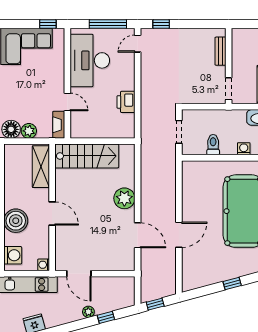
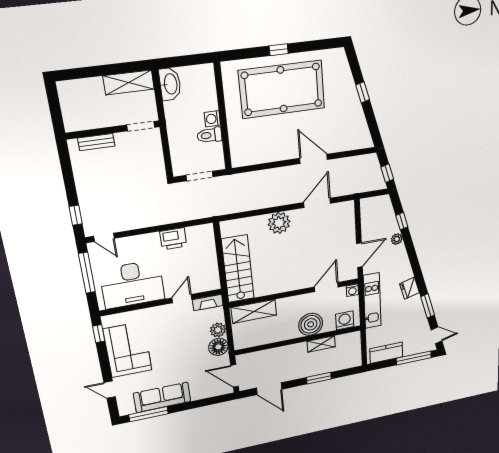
washing machine: (244, 149) -> (212, 119), moved
door: (52, 213) -> (326, 287), moved

